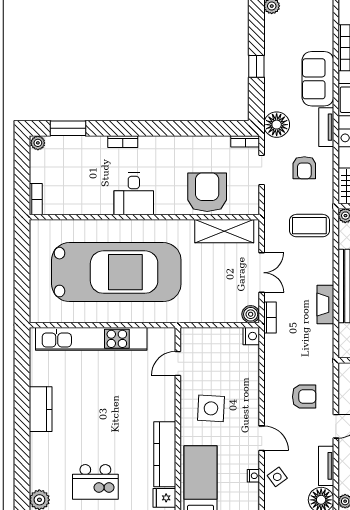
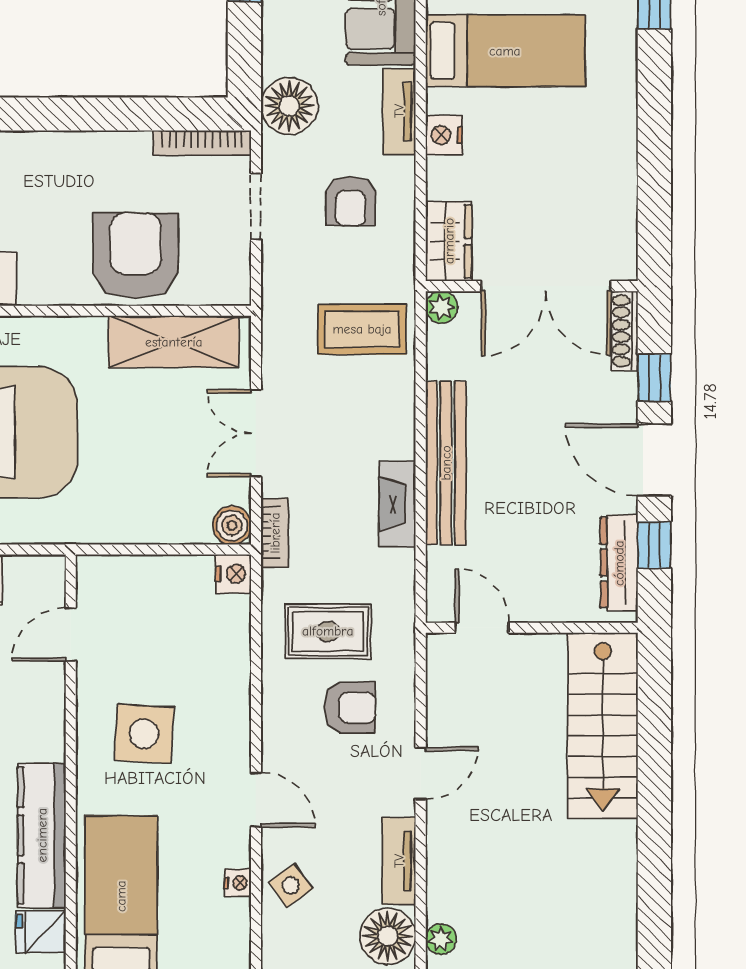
bookcase: (245, 141) -> (202, 143), width x1.56
double door: (262, 273) -> (256, 433), swing flipped
rug: (294, 362) -> (328, 631), added

